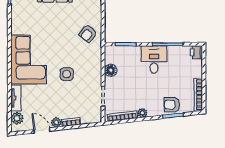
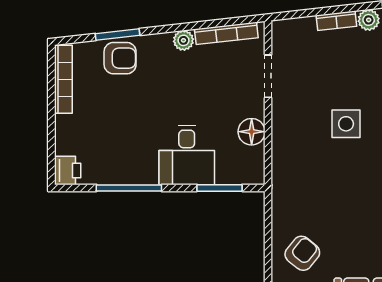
armchair: (88, 34) -> (302, 253), moved
desk: (154, 60) -> (187, 155), moved

